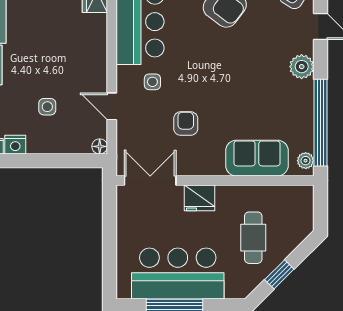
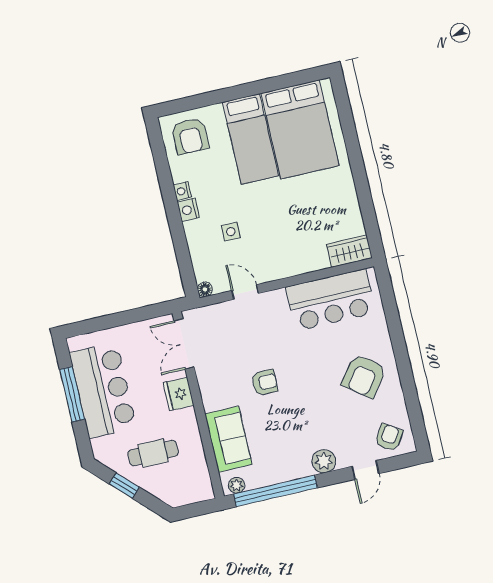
side table: (152, 82) -> (277, 325), removed
door: (112, 106) -> (245, 292), hinge flipped
armchair: (186, 124) -> (264, 382), moved
double door: (150, 181) -> (184, 344), swing flipped

